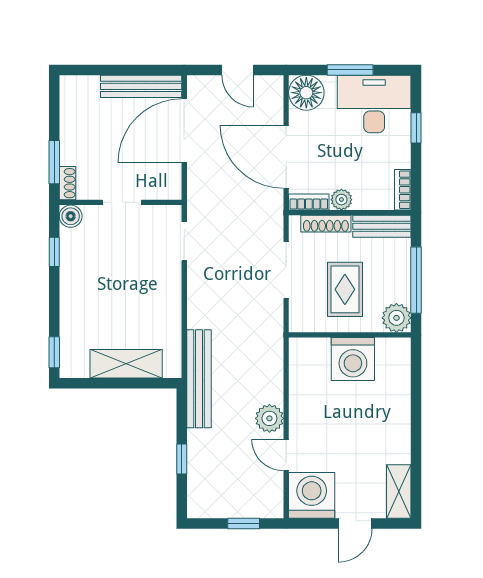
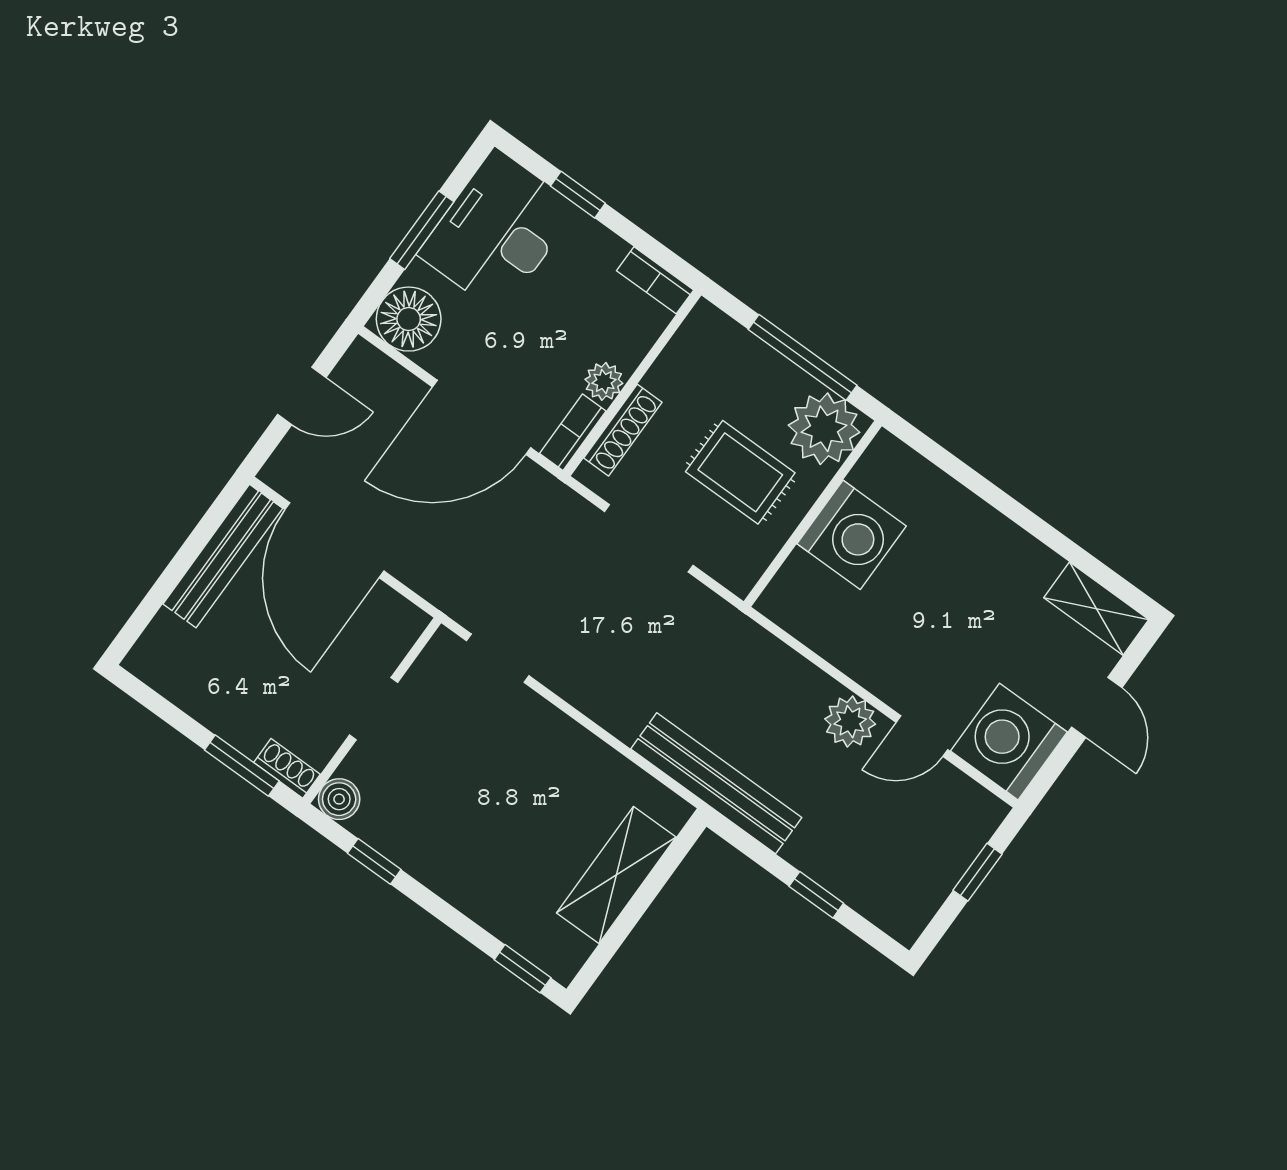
bench: (382, 226) -> (687, 350), removed
plant: (396, 318) -> (824, 429), width x1.36, depth x1.36

